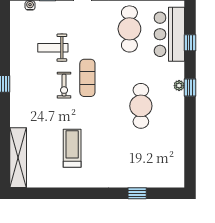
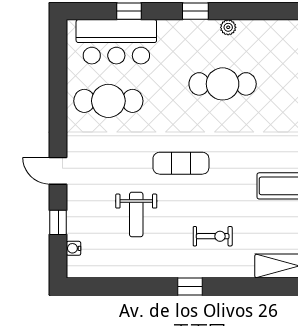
exercise bike: (64, 85) -> (213, 236), moved
plant: (179, 86) -> (228, 27), moved

